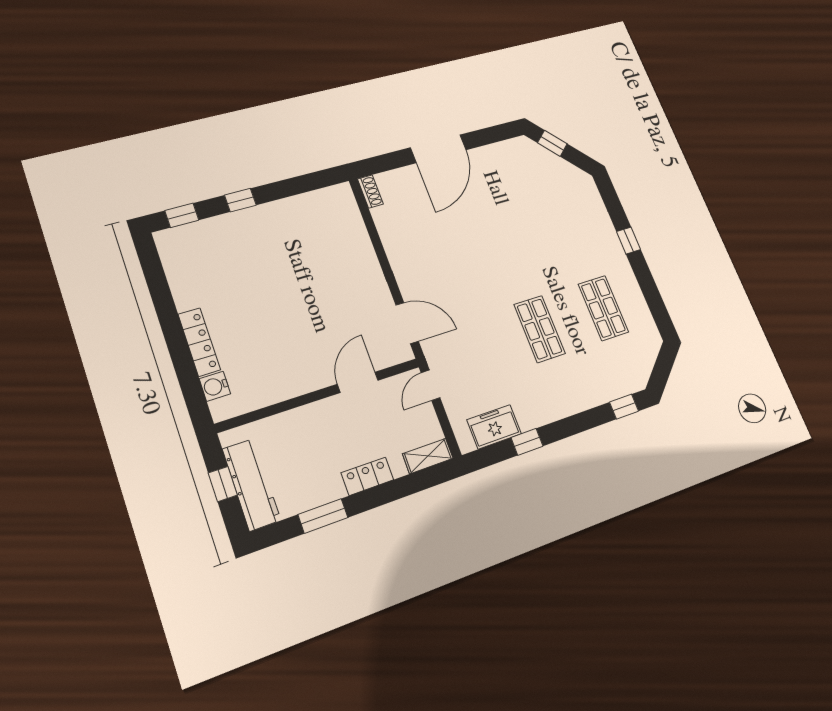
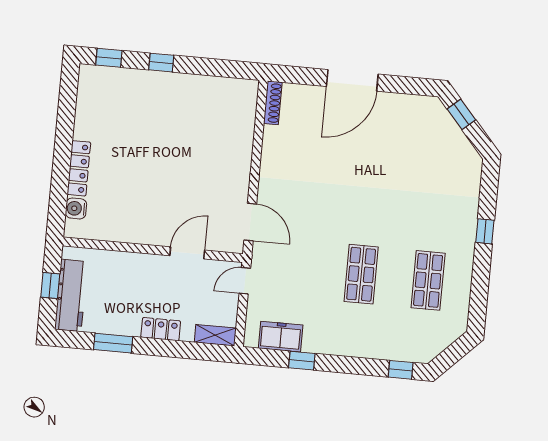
shoe rack: (370, 191) -> (273, 103), width x1.43

